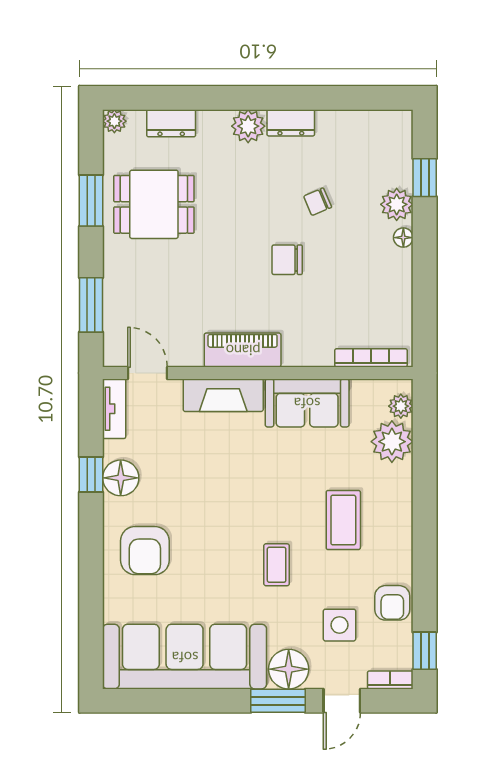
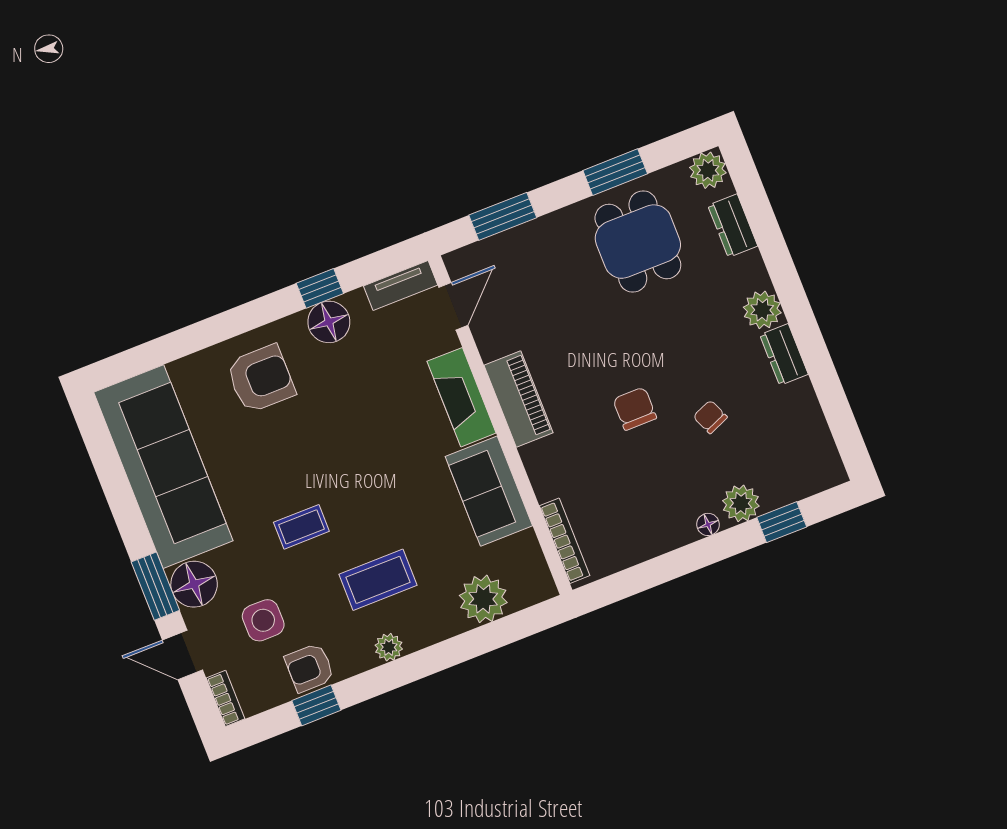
plant: (114, 121) -> (708, 170), width x1.38, depth x1.38
plant: (401, 406) -> (389, 647), moved
armchair: (145, 551) -> (261, 379), turned 180
window: (425, 651) -> (316, 705), moved

